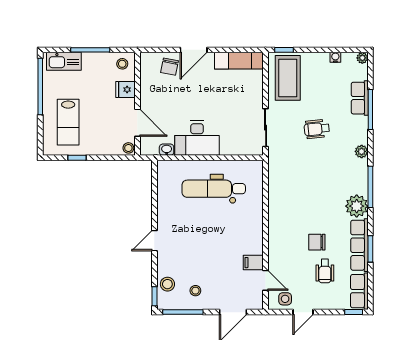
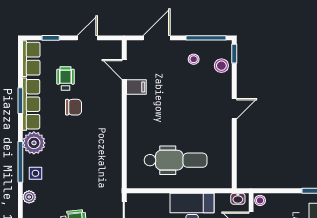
washbasin: (167, 150) -> (238, 199), moved
side table: (285, 299) -> (35, 173), moved
window: (354, 312) -> (51, 38), moved

